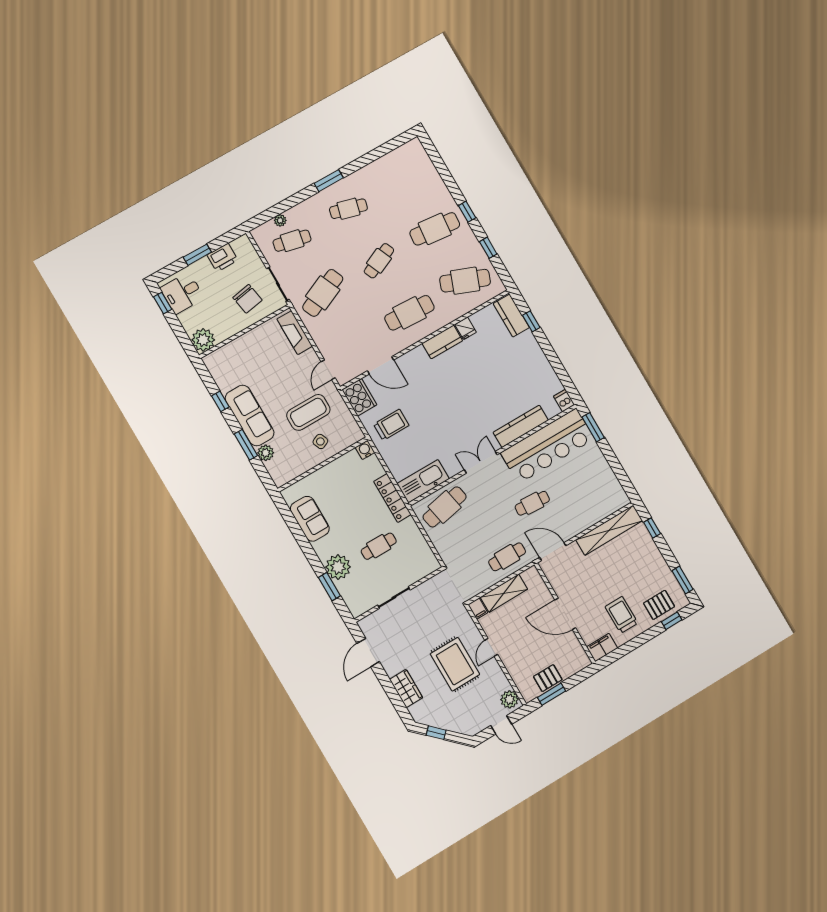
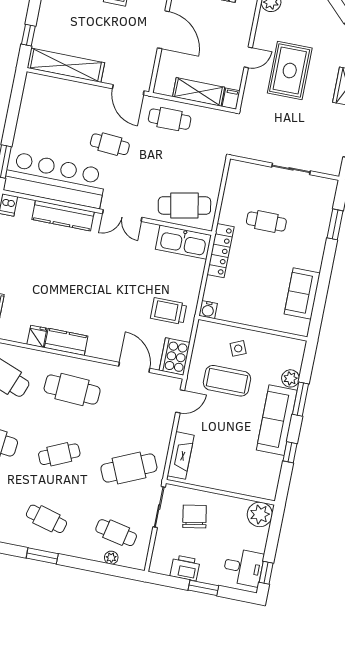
plant: (338, 567) -> (314, 234), removed

